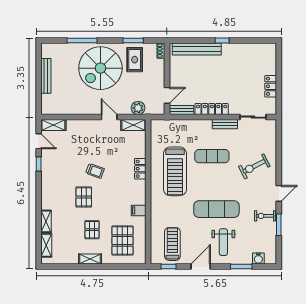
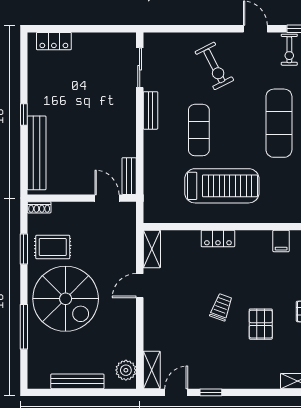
locker: (271, 86) -> (54, 41), moved
plant: (138, 108) -> (126, 370), moved
locker: (212, 109) -> (128, 130), removed
pallet: (84, 197) -> (261, 324), turned 90

